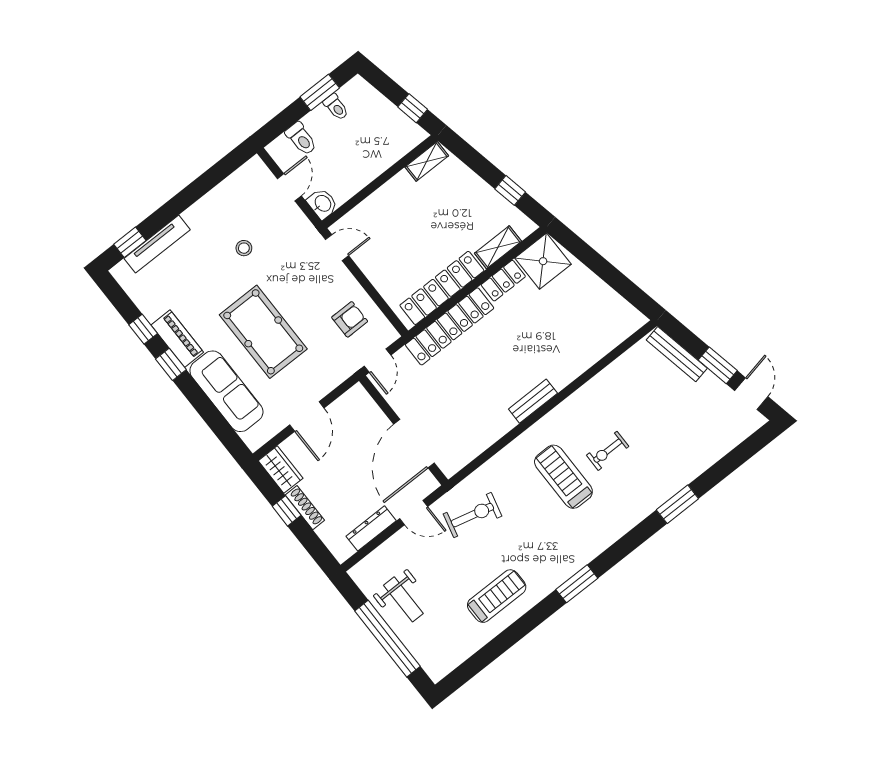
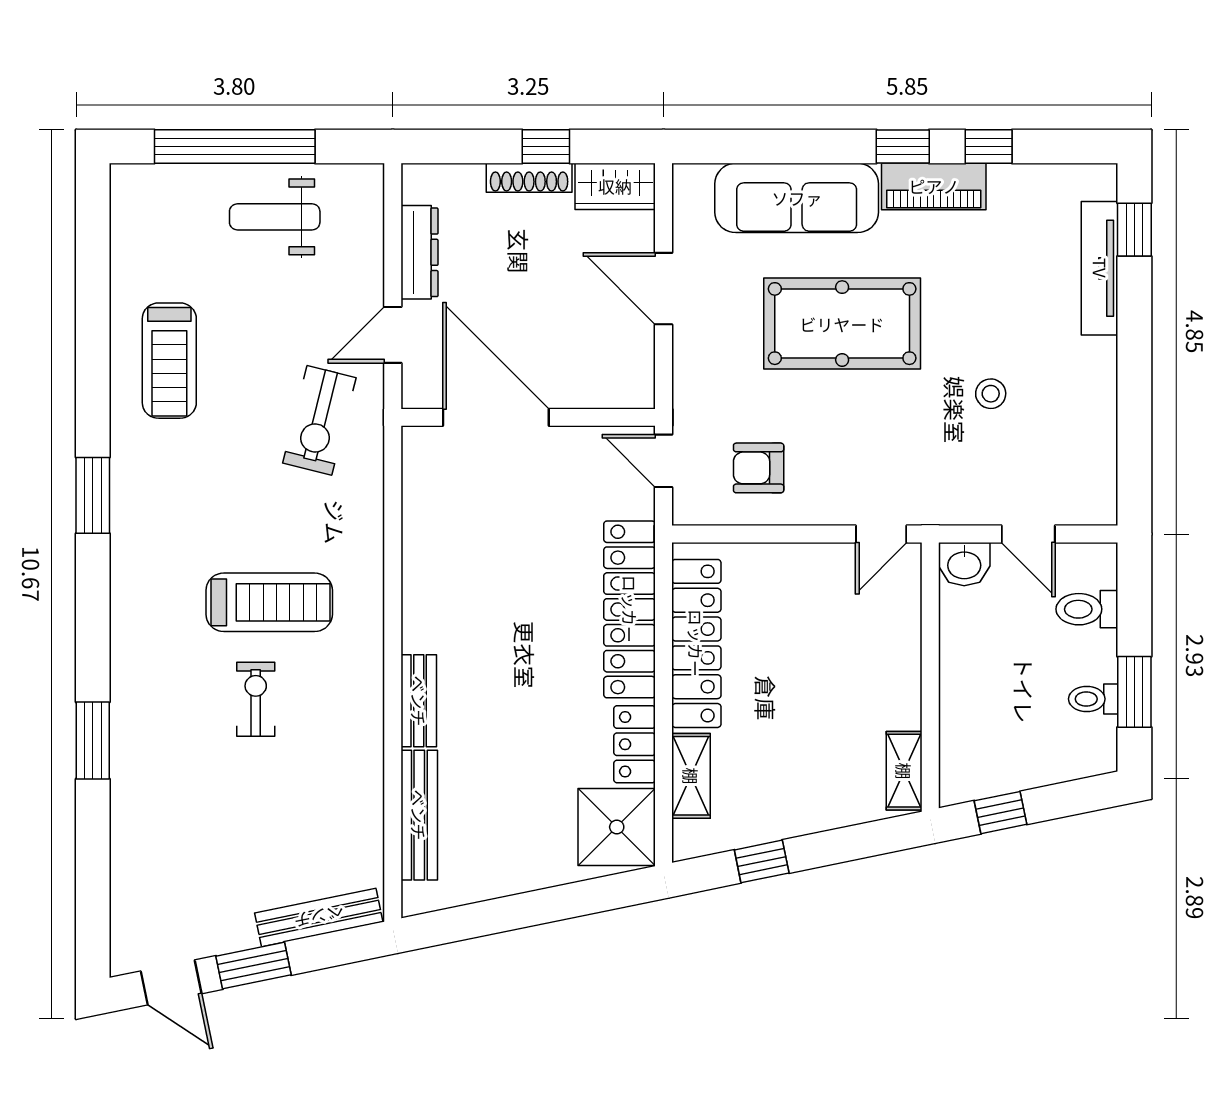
armchair: (350, 319) -> (759, 468), turned 90
bench: (602, 346) -> (419, 815), added
bench: (533, 401) -> (419, 701), moved

